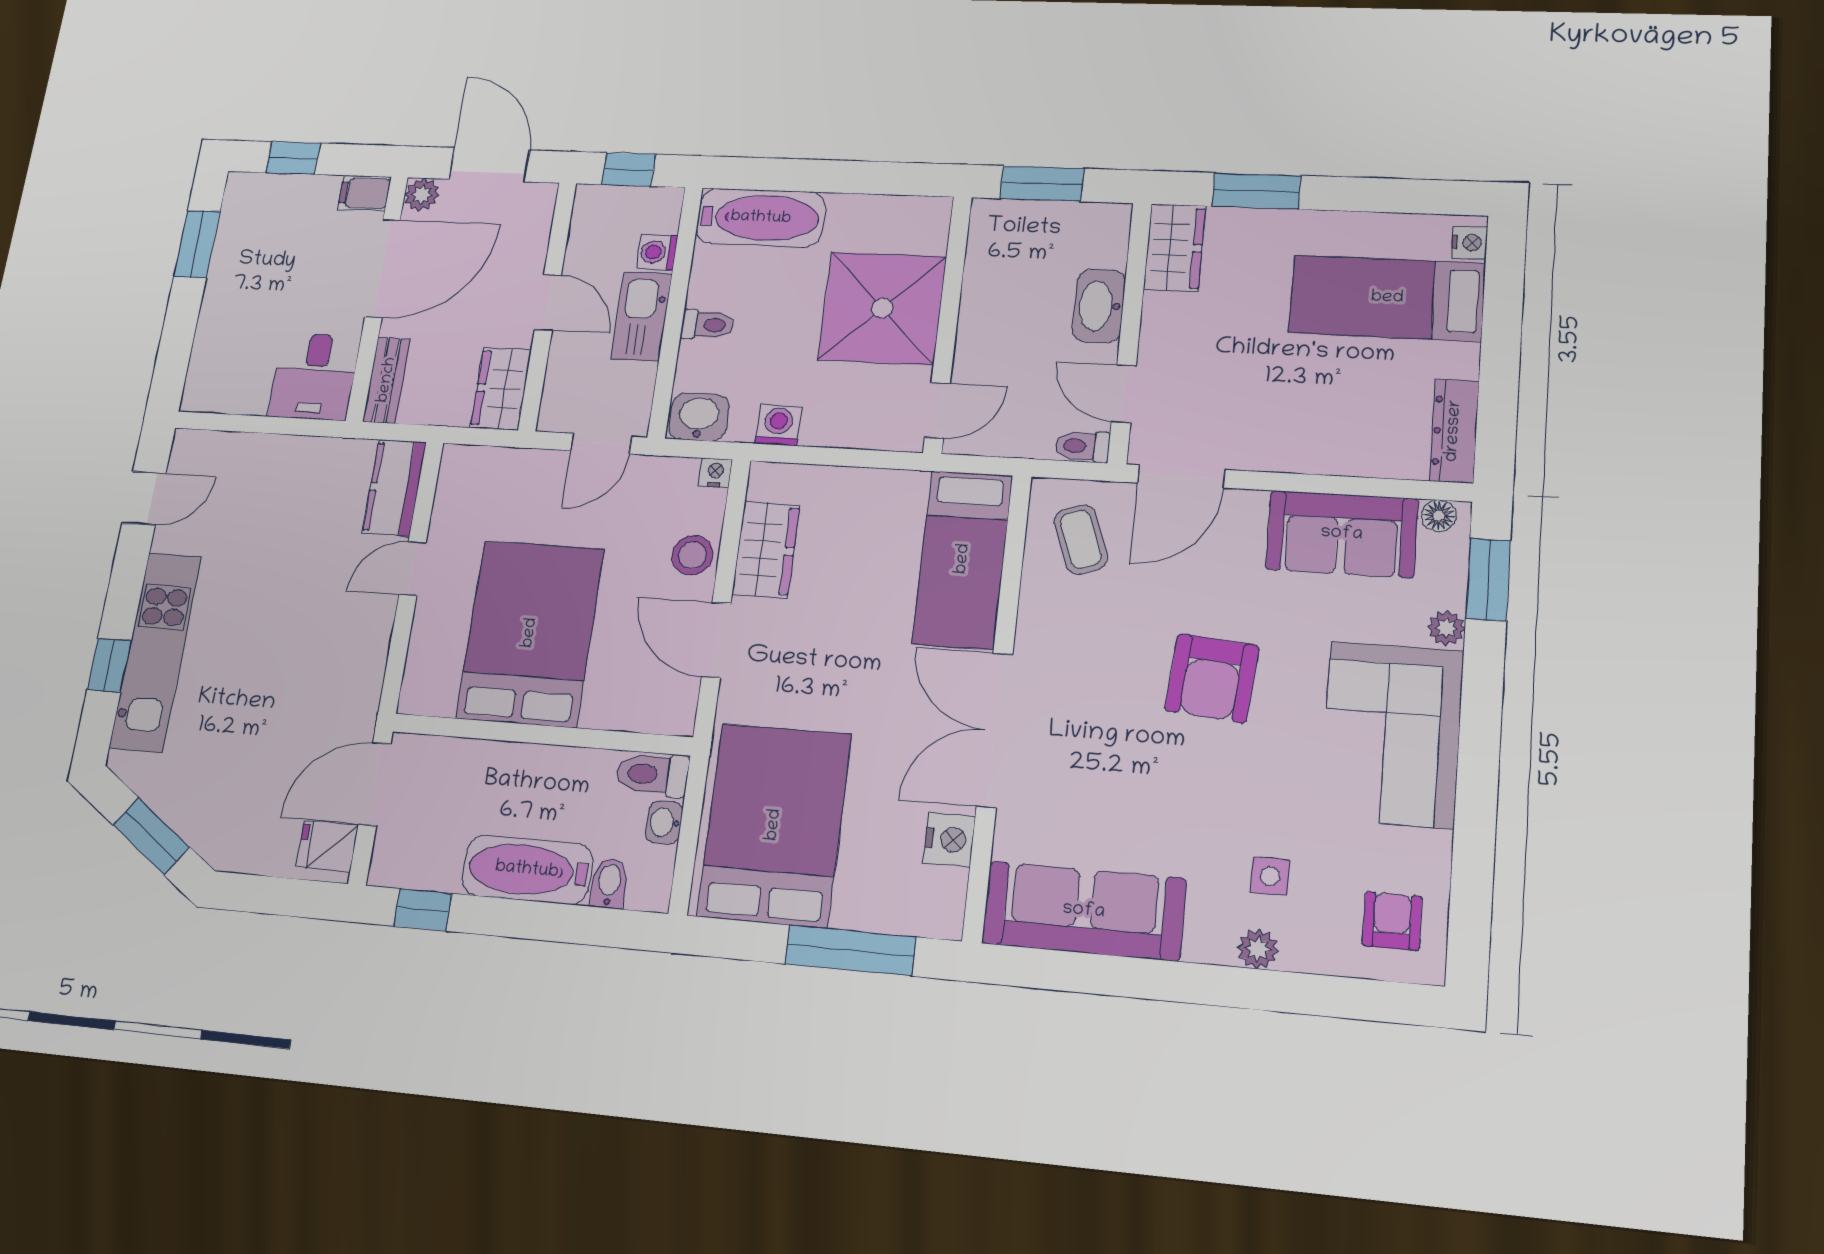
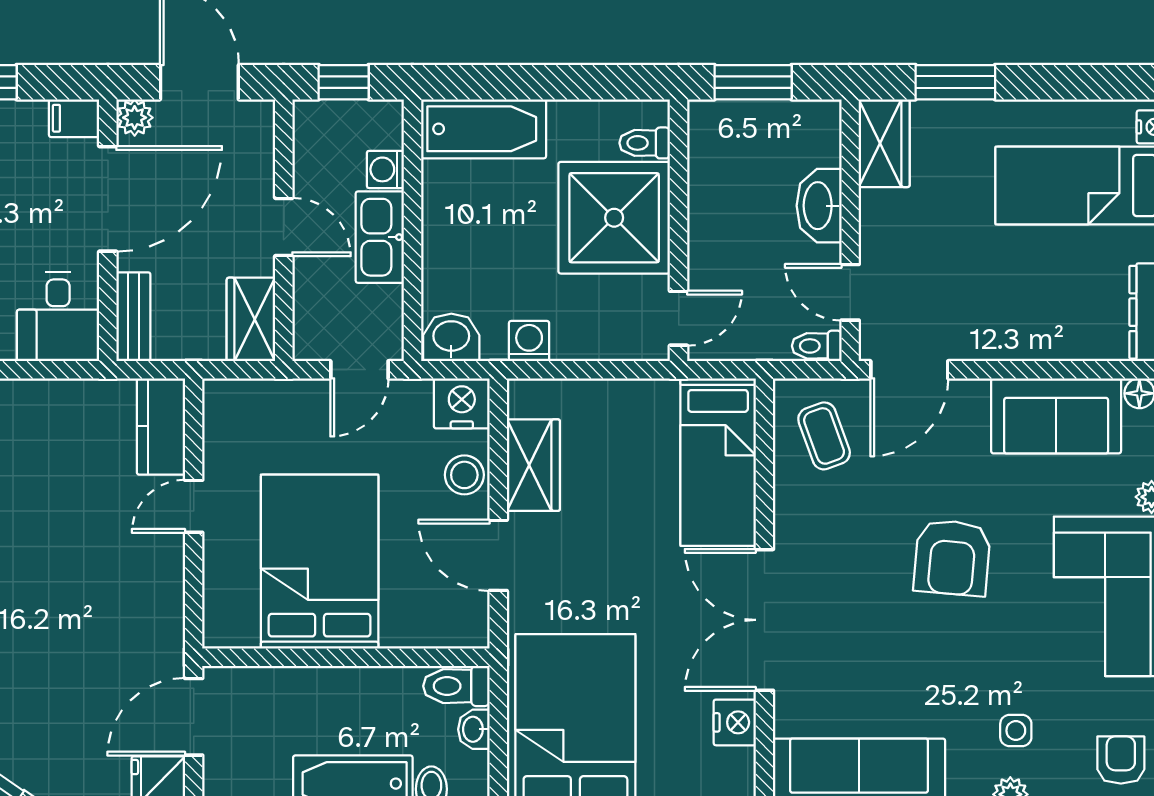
toilet: (707, 325) -> (645, 143), moved, turned 180
nightstand: (715, 473) -> (462, 403), width x1.89, depth x1.79

